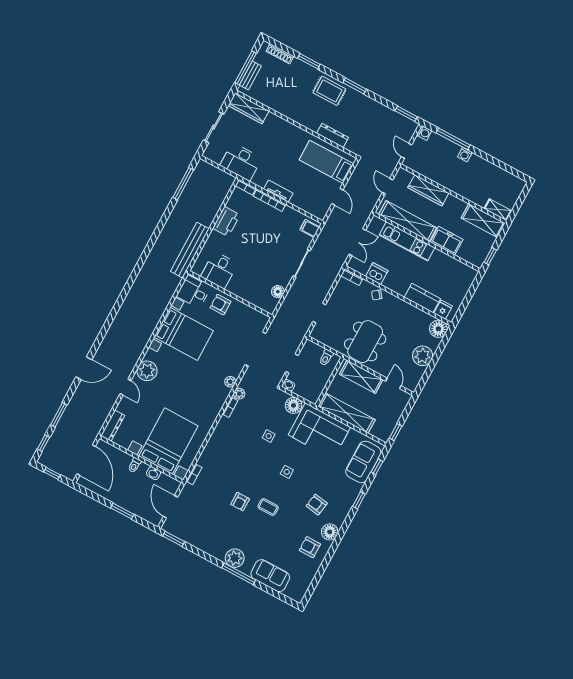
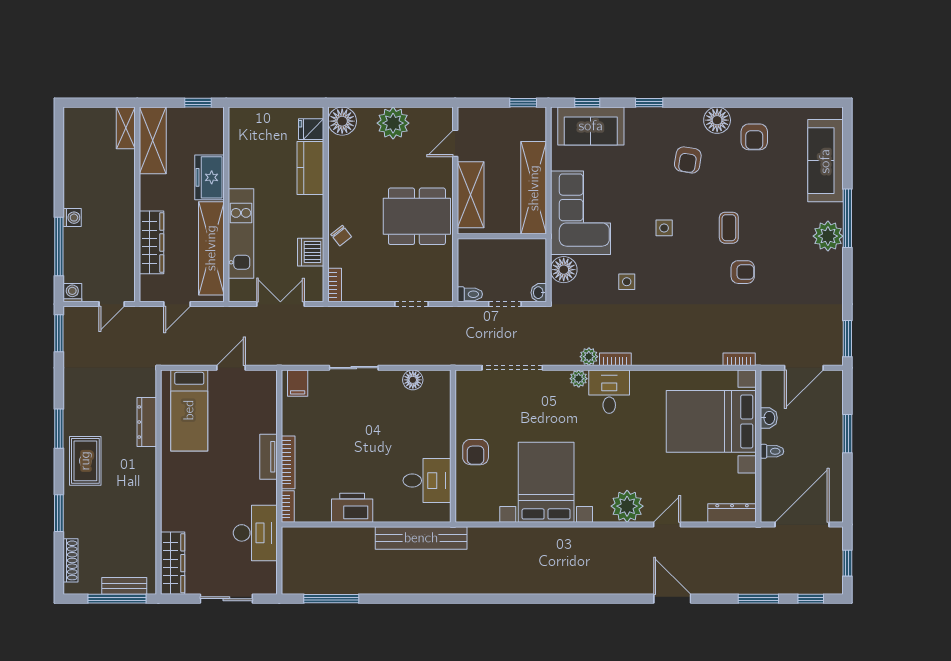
desk: (194, 292) -> (609, 392), moved, turned 180
toilet: (326, 358) -> (470, 294), moved
sofa: (270, 576) -> (825, 161), width x1.36

